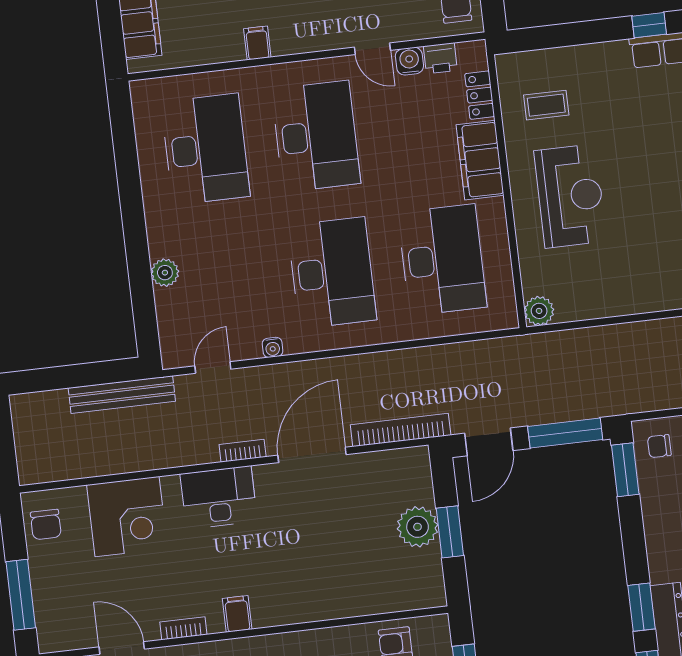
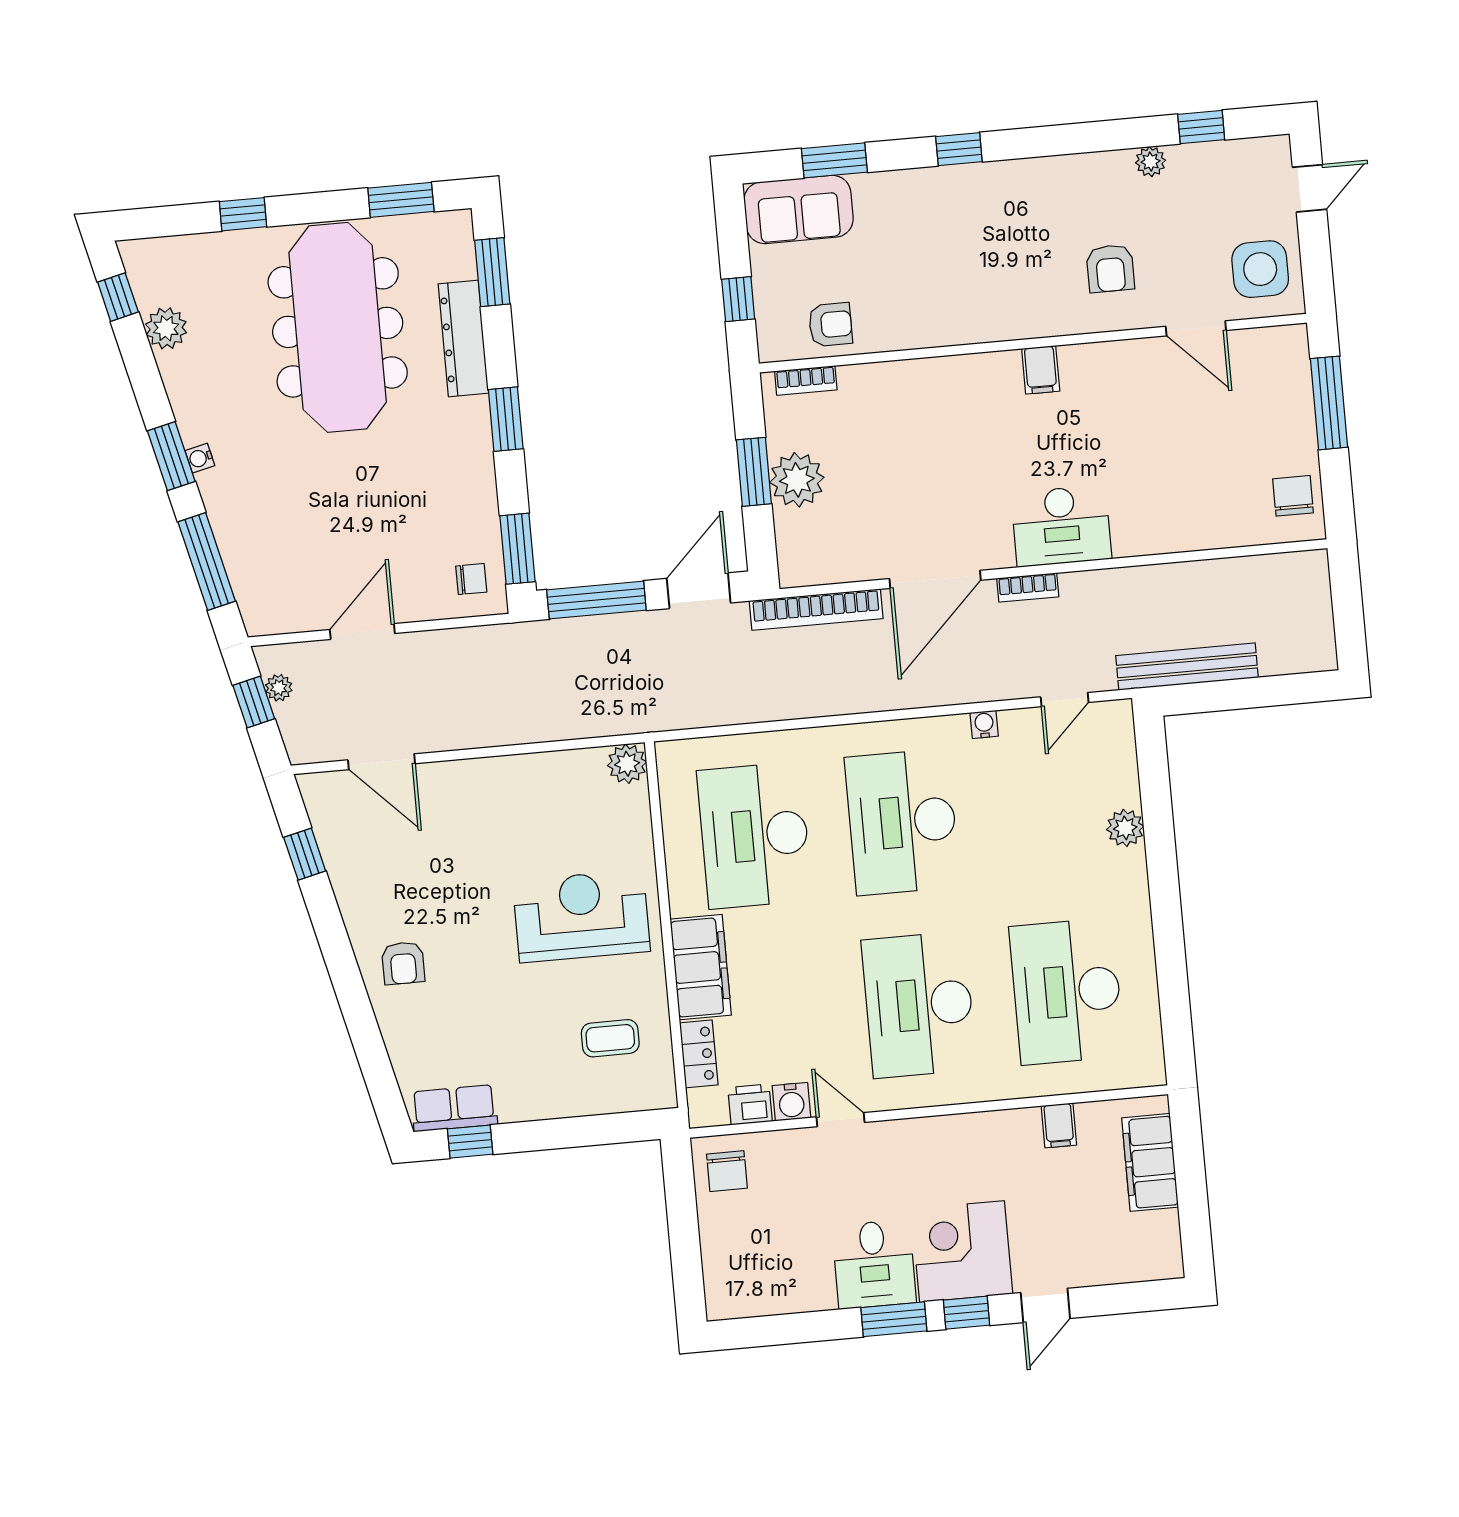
filing cabinet: (257, 43) -> (1059, 1125), moved
reception desk: (570, 196) -> (581, 916), turned 90
corner desk: (127, 517) -> (1184, 504), removed
window: (641, 607) -> (506, 419), moved
bookcase: (183, 628) -> (806, 380), moved

